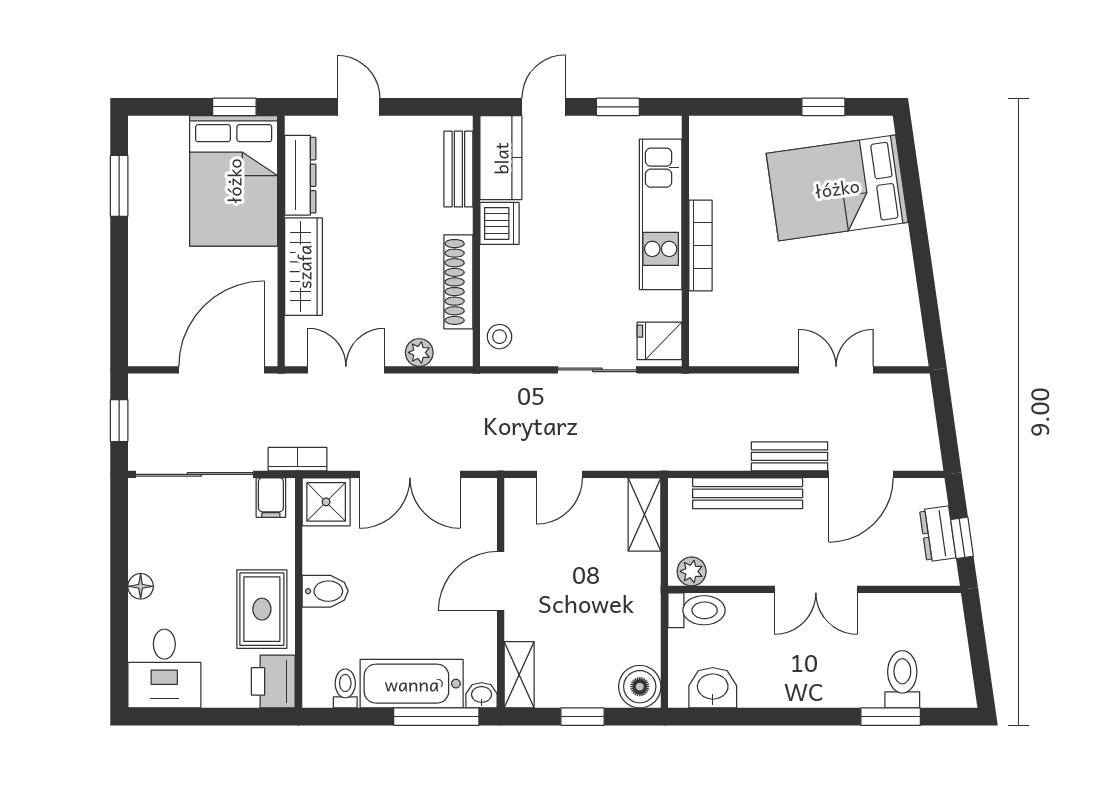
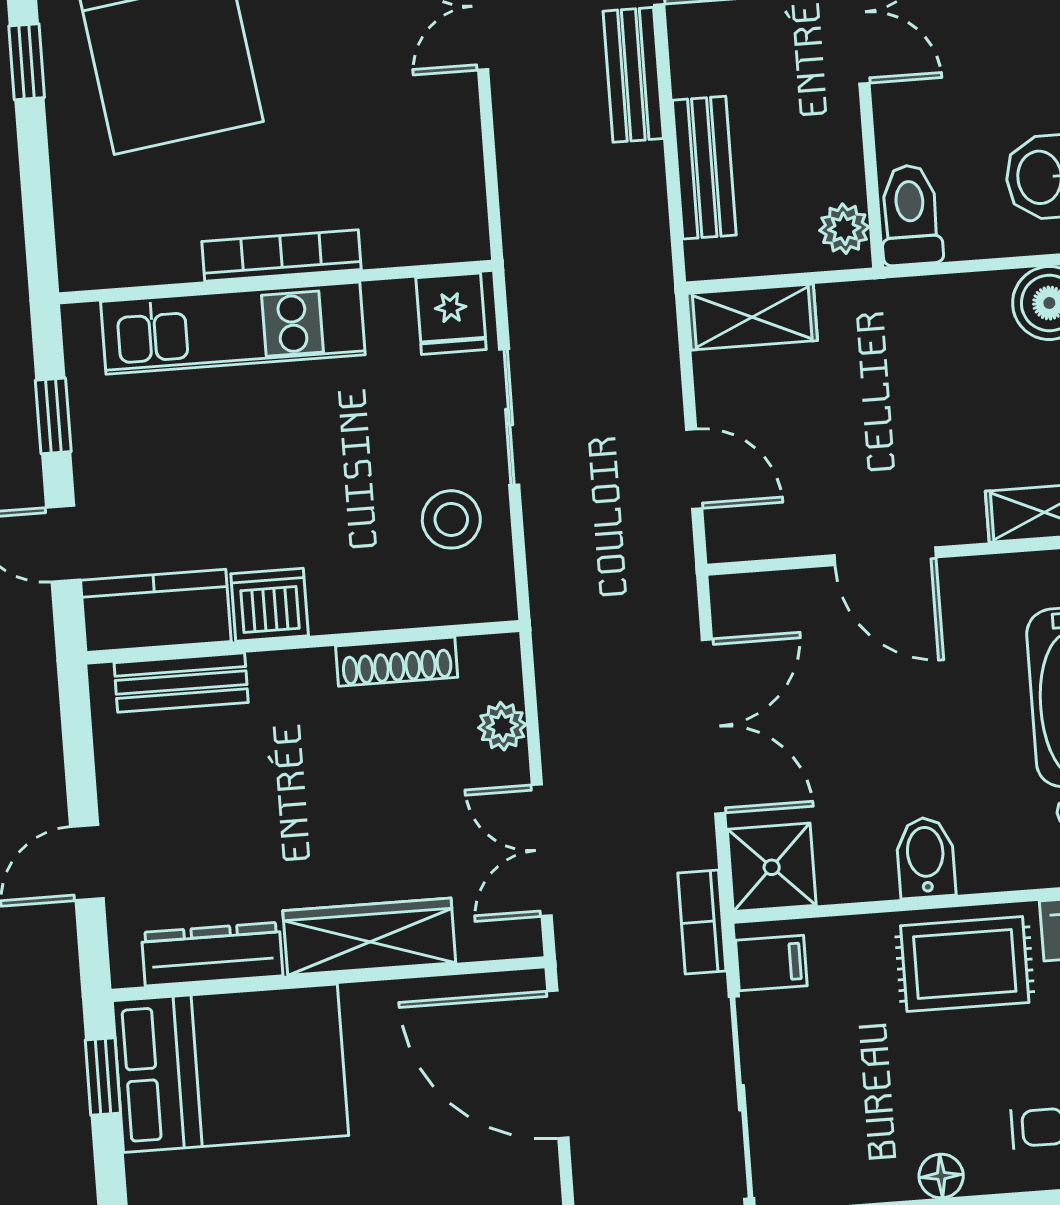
shoe rack: (458, 282) -> (397, 662), width x0.74, depth x0.81
stool: (500, 337) -> (451, 519), moved, width x1.37, depth x1.37
bench: (748, 493) -> (704, 168), width x0.73

